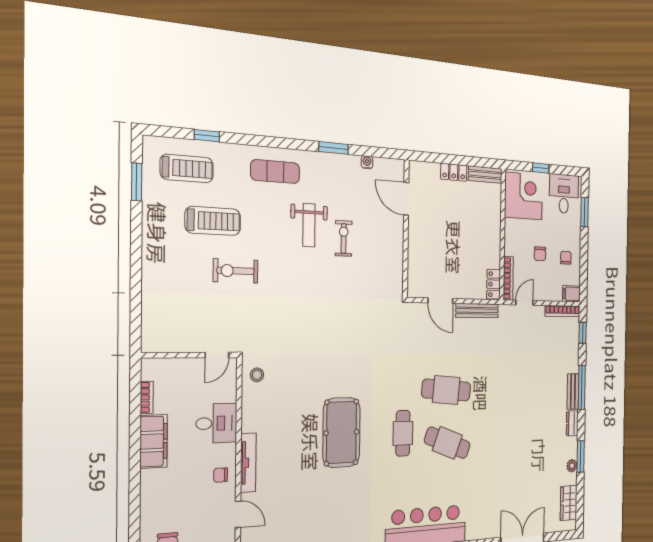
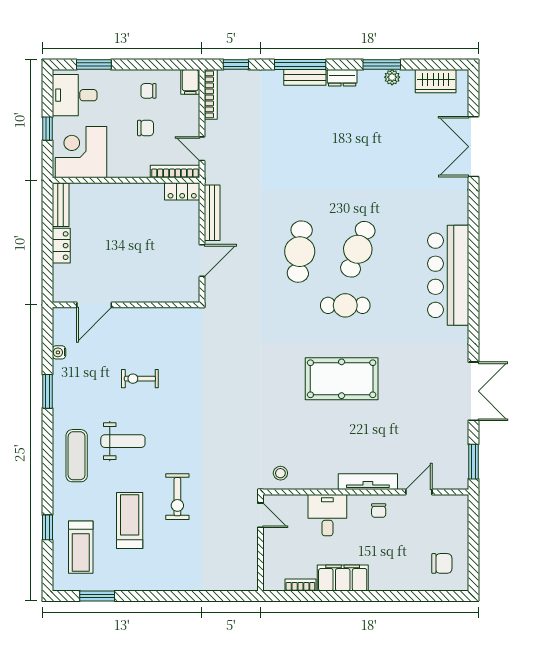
treadmill: (187, 168) -> (81, 547), turned 180
weight bench: (309, 225) -> (123, 441), moved

